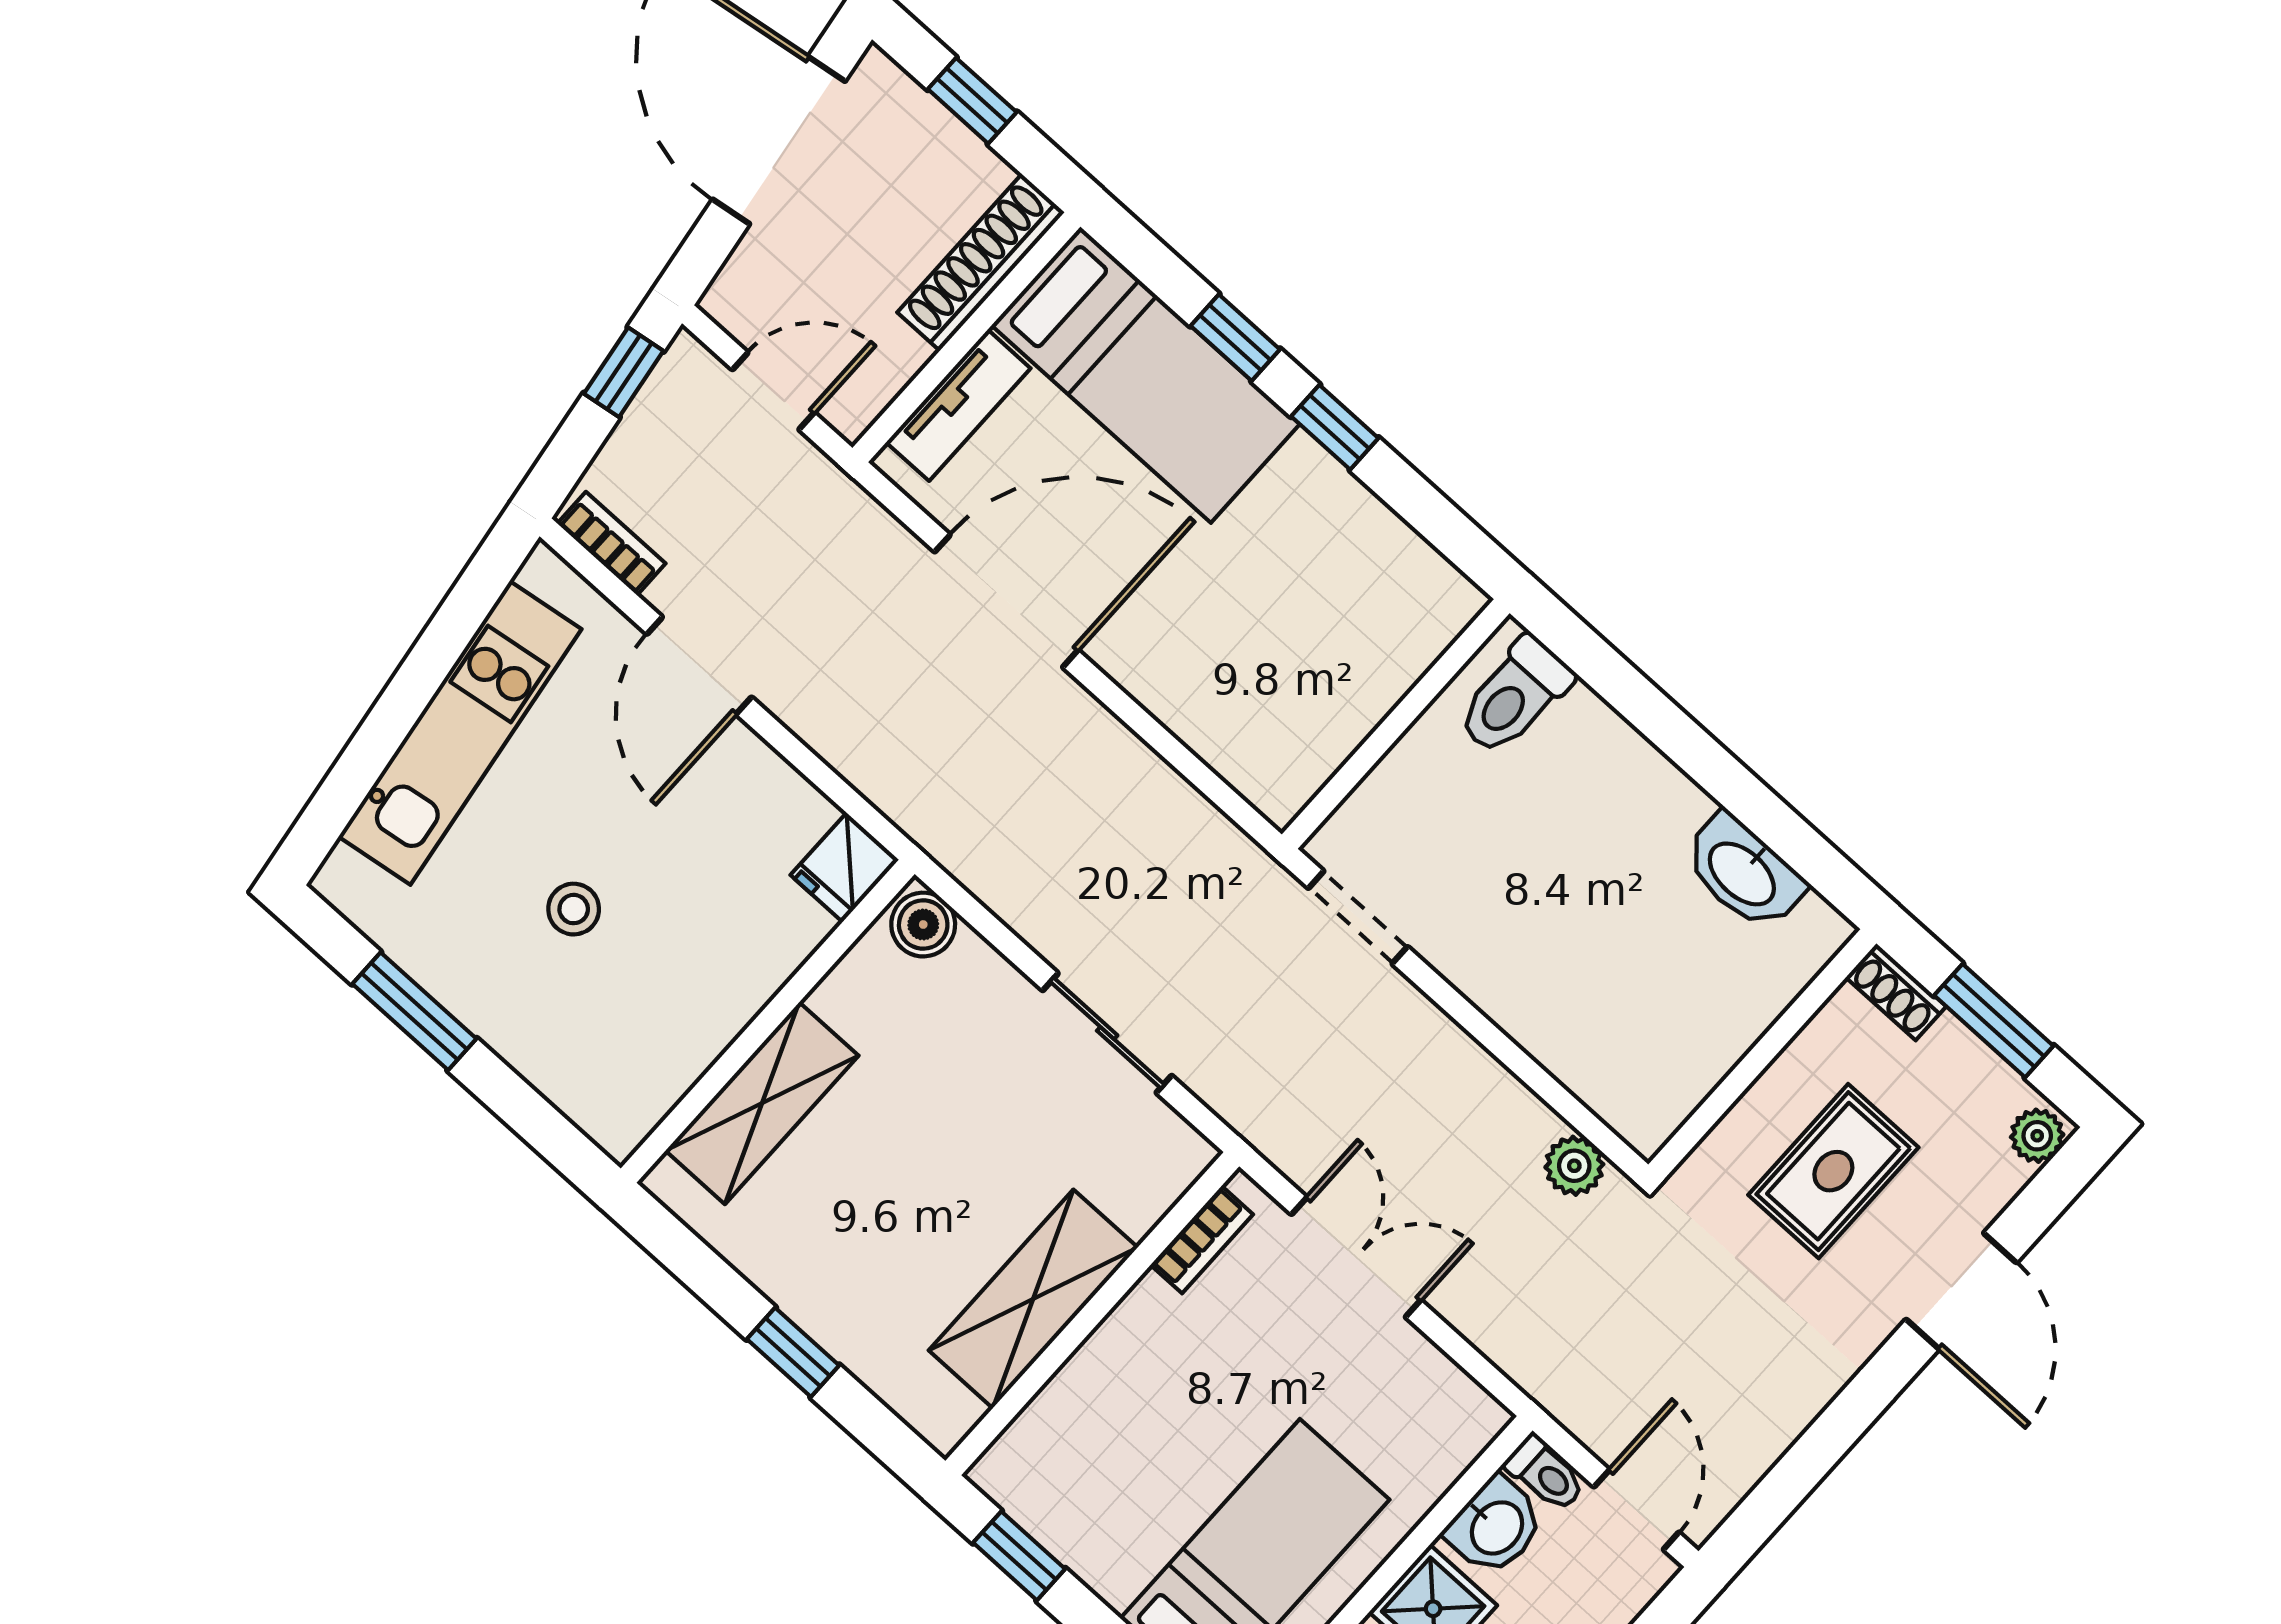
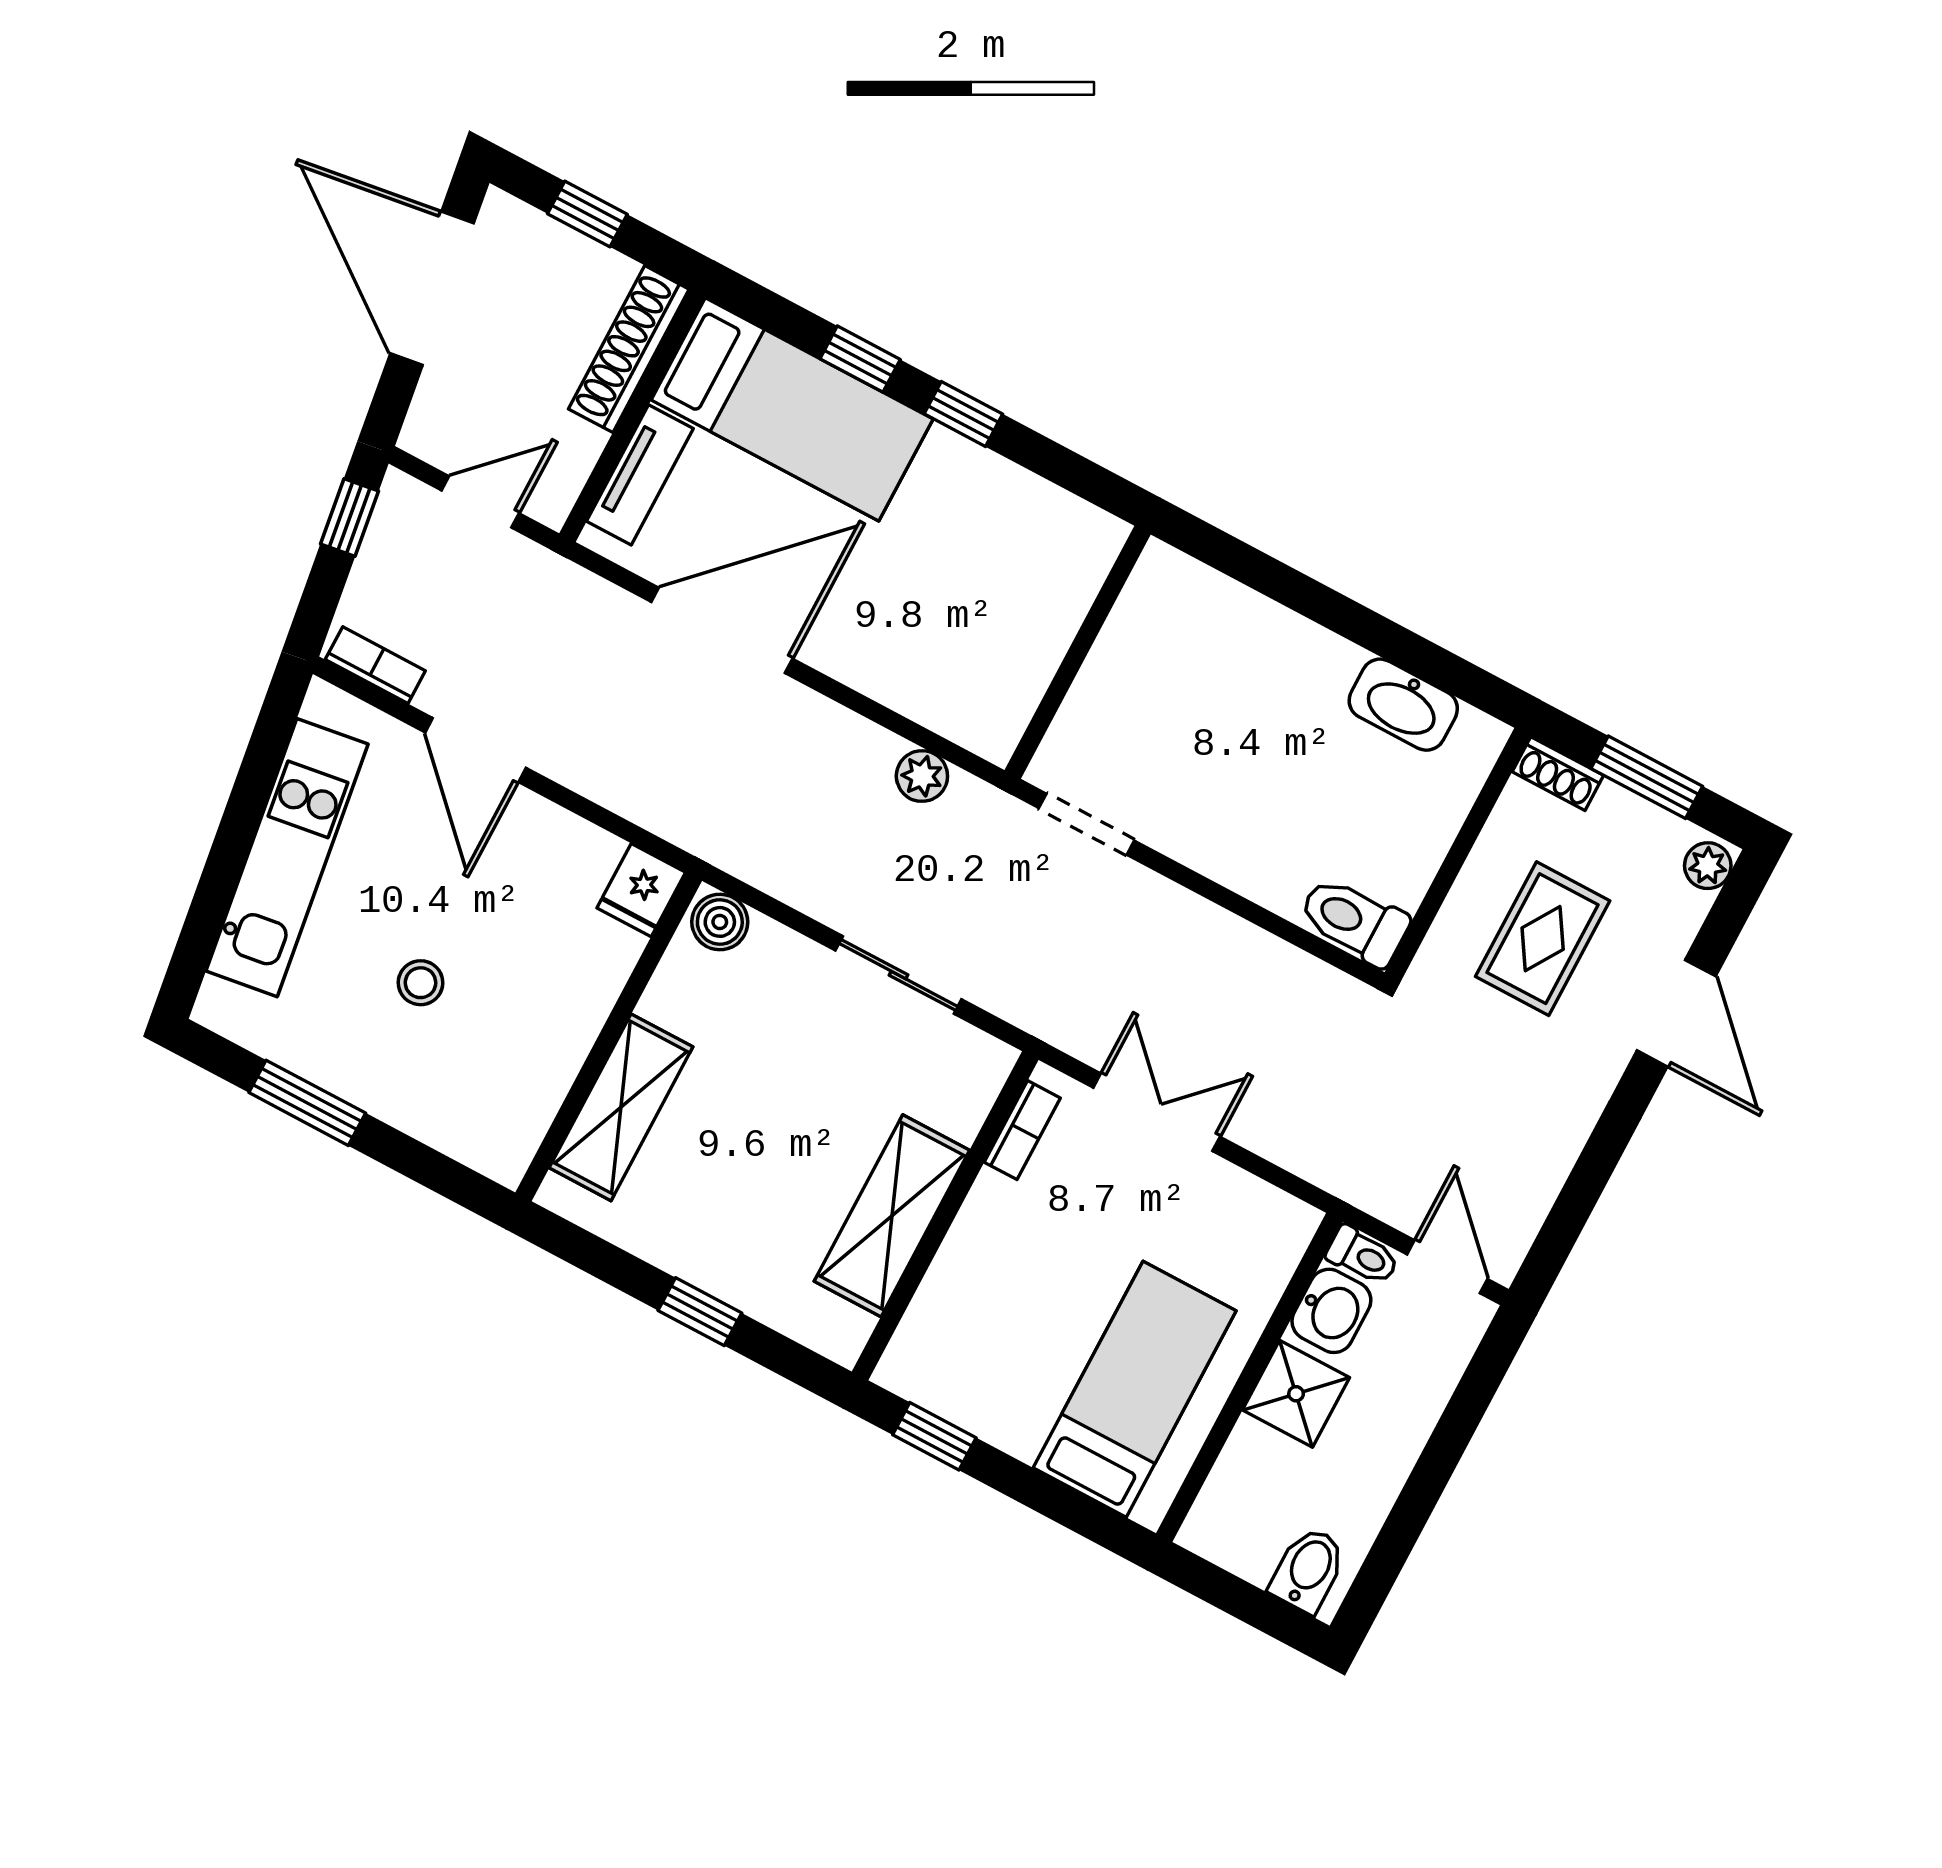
toilet: (1514, 696) -> (1354, 921), moved, turned 90
plant: (1574, 1166) -> (922, 776), moved

